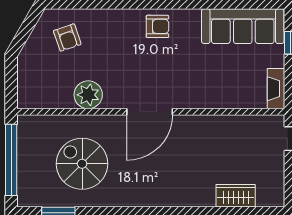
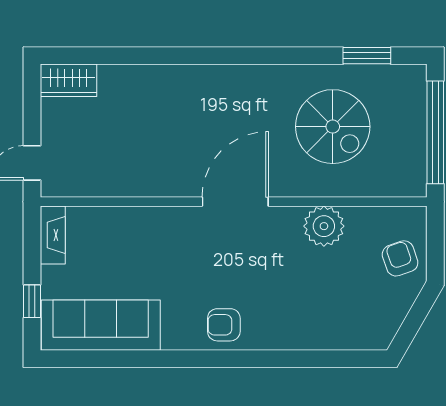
armchair: (67, 38) -> (400, 258), moved
wardrobe: (236, 196) -> (69, 80), moved

